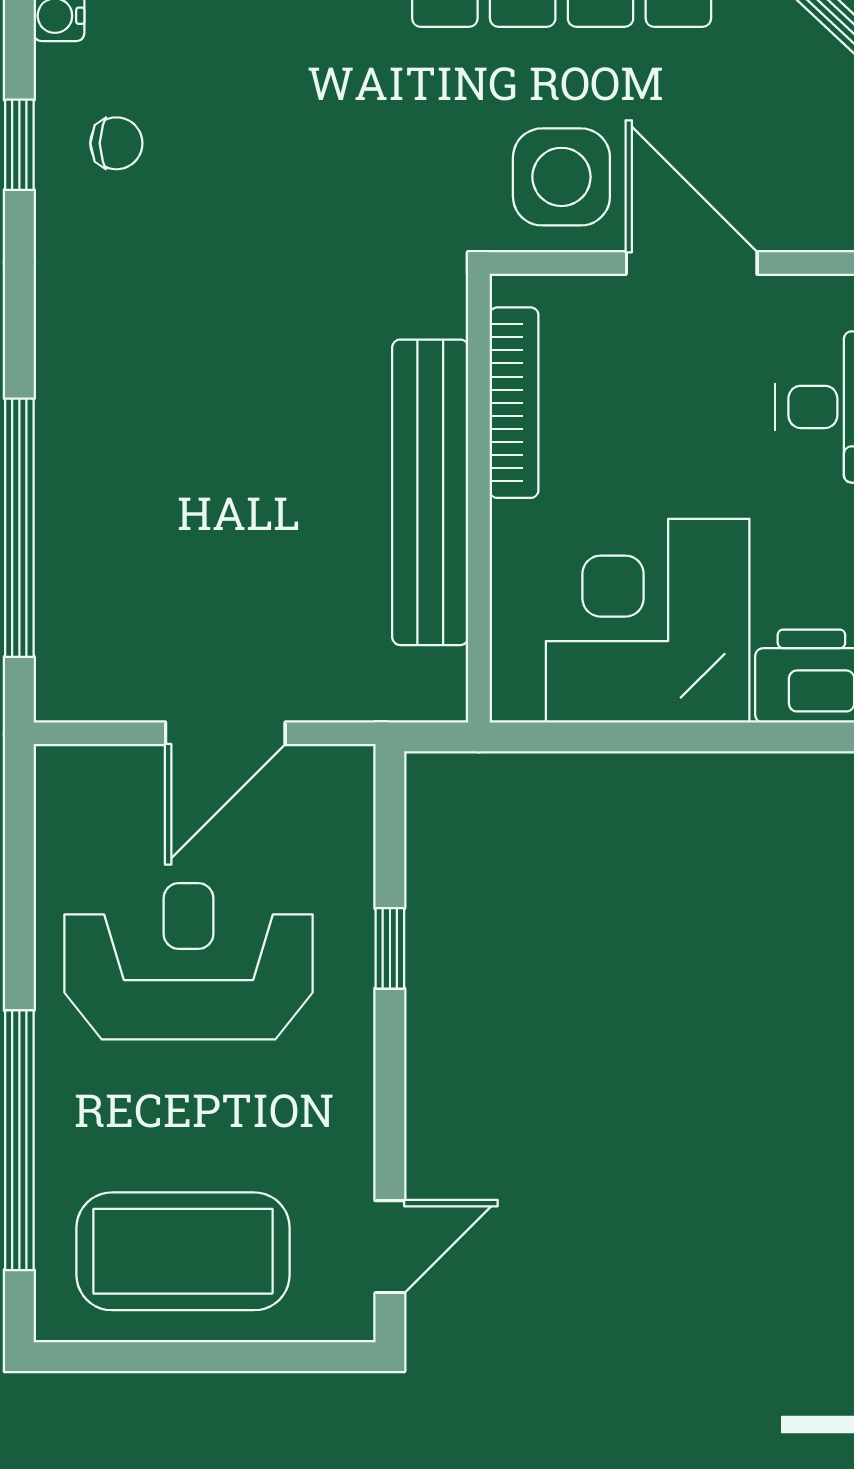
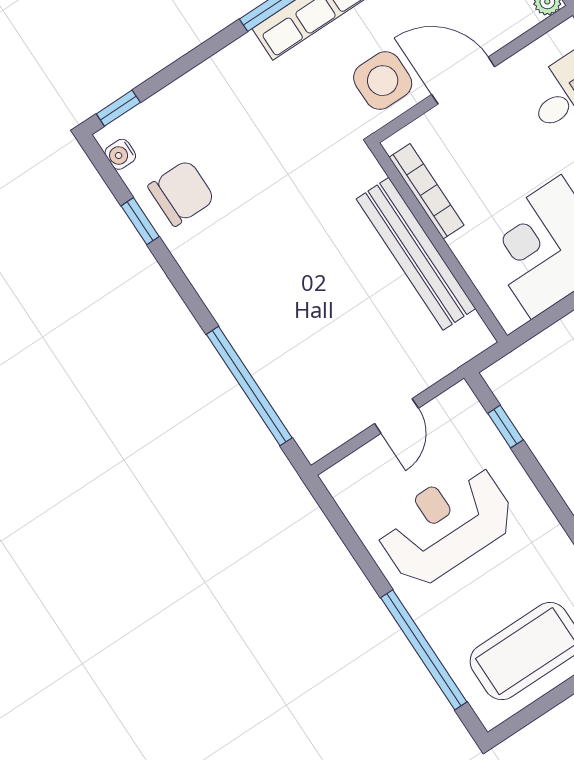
chair: (116, 143) -> (181, 193), width x1.87, depth x1.87
door: (225, 733) -> (396, 416), width x0.73
window: (390, 948) -> (505, 427), moved

